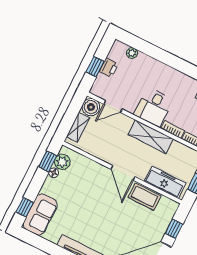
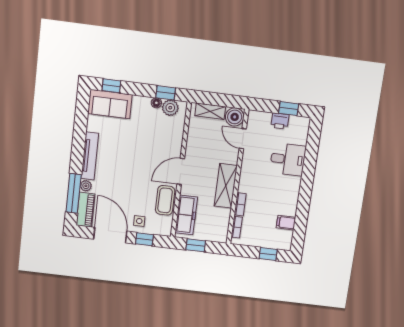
plant: (132, 53) -> (302, 139), removed
window: (95, 67) -> (289, 109), moved
desk: (153, 107) -> (288, 159), moved, turned 180
side table: (155, 227) -> (139, 221), added

